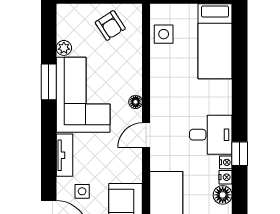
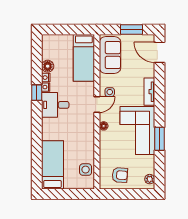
armchair: (110, 26) -> (120, 175), turned 127
plant: (64, 48) -> (150, 179), moved
side table: (82, 191) -> (110, 92), moved

